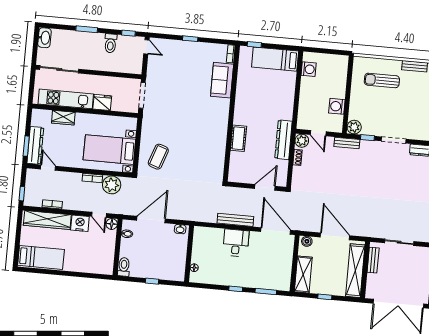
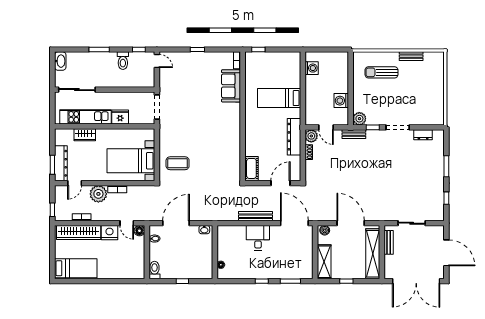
bed: (275, 59) -> (279, 98), moved
cot: (238, 138) -> (251, 168), moved
coffee table: (158, 157) -> (178, 163), turned 71
door: (48, 168) -> (75, 183), swing flipped
plant: (112, 185) -> (98, 194), moved

